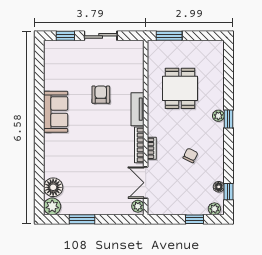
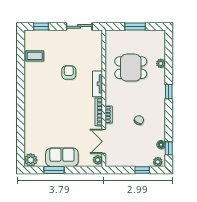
sliding door: (101, 36) -> (79, 26), moved
window: (169, 36) -> (135, 26), moved
coffee table: (57, 74) -> (35, 56), added
dining table: (180, 88) -> (131, 68), turned 90
sofa: (56, 112) -> (62, 157), moved, turned -90
plant: (218, 116) -> (161, 63), moved
floor lamp: (53, 187) -> (31, 145), removed

